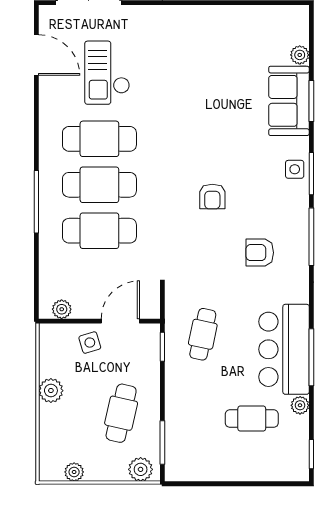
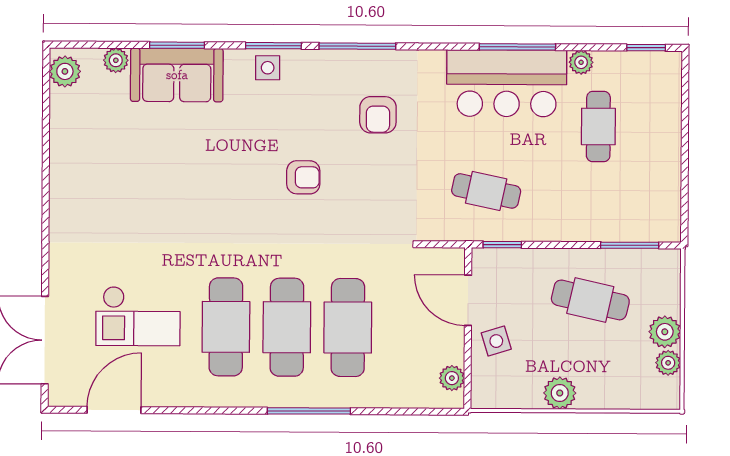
plant: (291, 17) -> (65, 71), added
plant: (141, 469) -> (665, 332), moved

